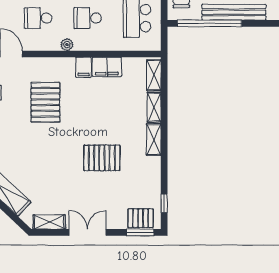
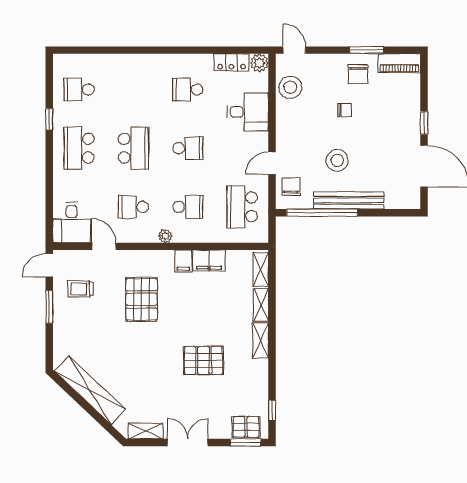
school desk: (88, 18) -> (188, 207), turned 180

